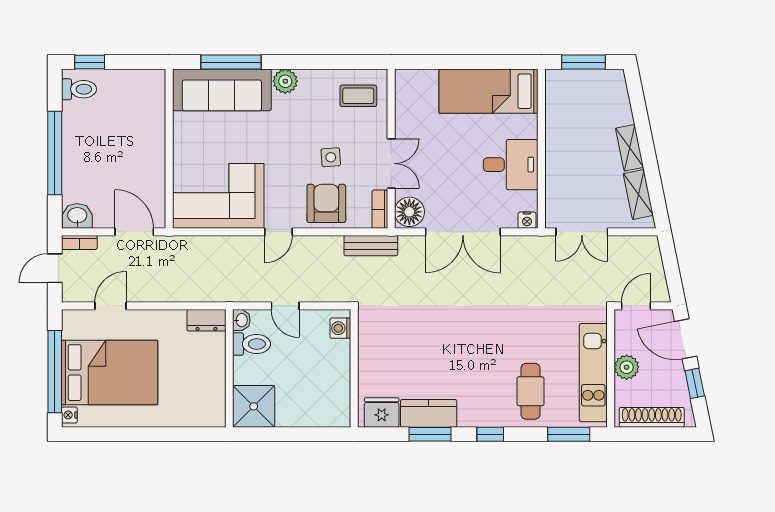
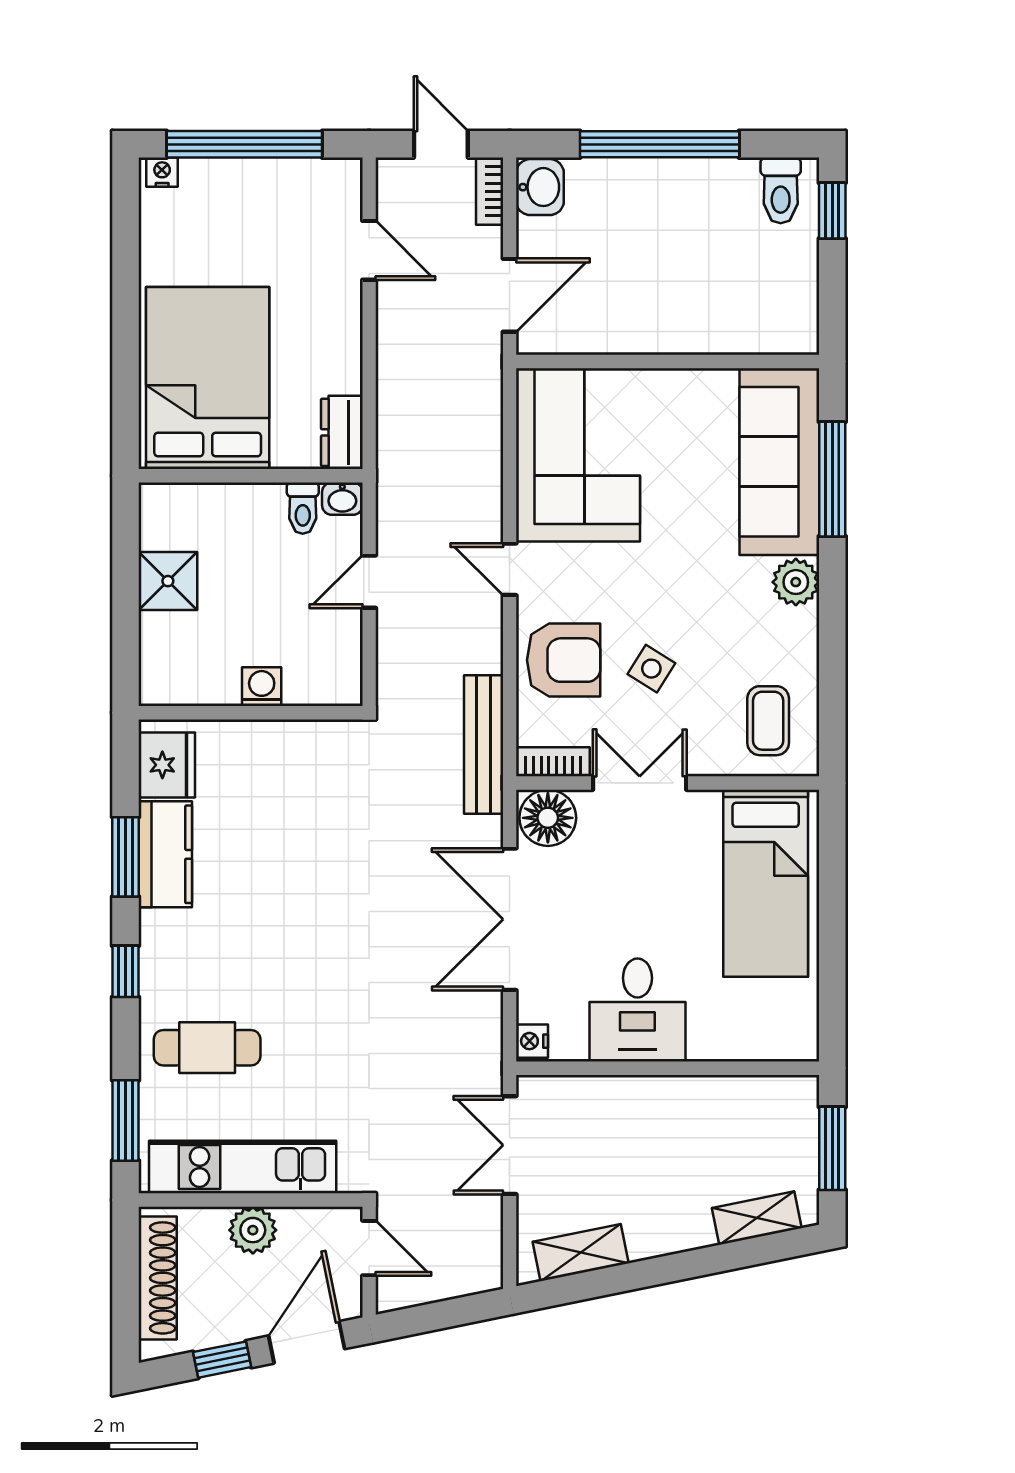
bed: (489, 91) -> (766, 883), moved, turned 180
shelving: (630, 148) -> (757, 1218), moved
side table: (331, 157) -> (651, 669), turned 36
double door: (391, 163) -> (640, 783), swing flipped
bench: (371, 246) -> (484, 745), width x1.36
washing machine: (340, 328) -> (262, 687), moved
toilet: (252, 344) -> (303, 508), width x0.73, depth x0.72
bed: (110, 373) -> (208, 378), moved, turned 180
shower: (254, 406) -> (168, 581), moved, width x0.73, depth x0.73

